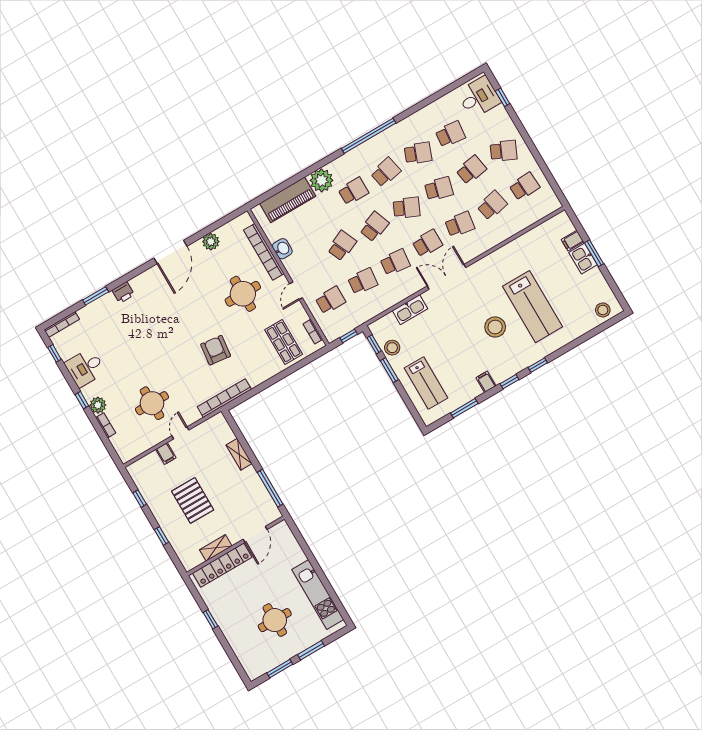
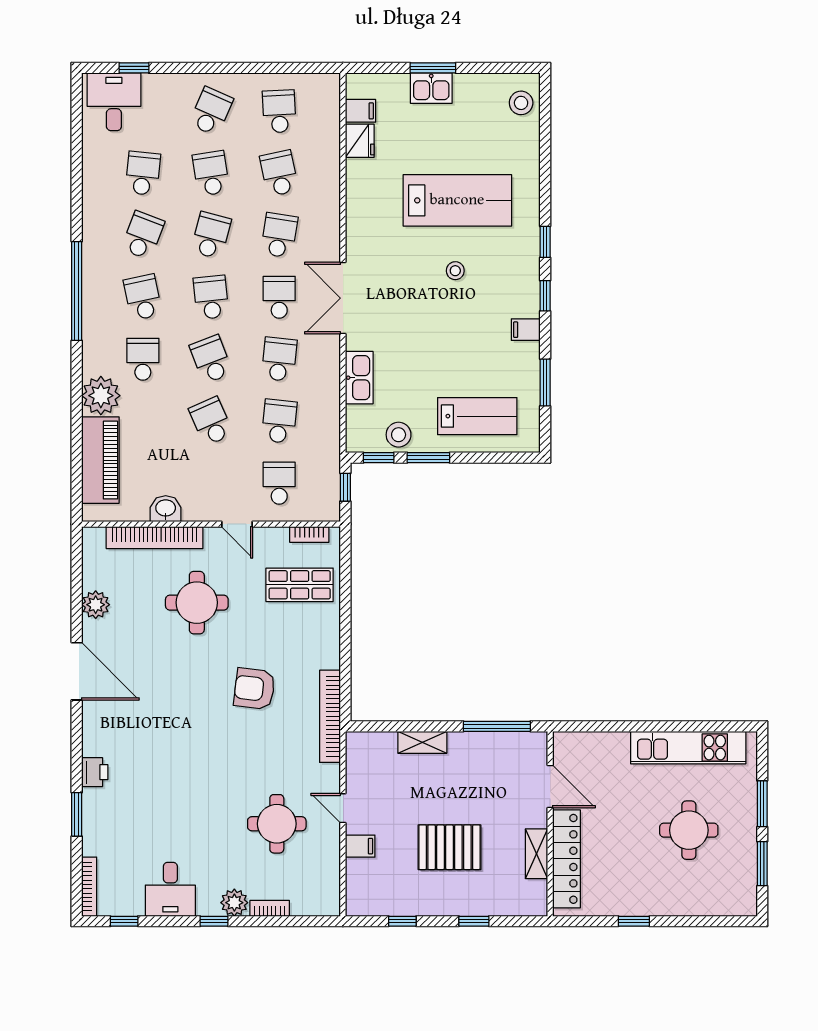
school desk: (407, 208) -> (211, 297), turned -30
fridge: (534, 237) -> (360, 141), added
filing cabinet: (573, 241) -> (361, 111), moved, turned -90
stool: (495, 327) -> (455, 271), width x0.53, depth x0.53

